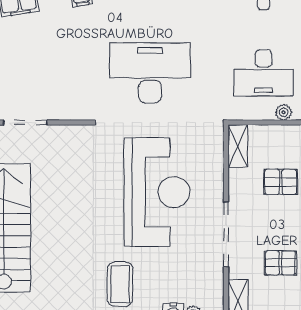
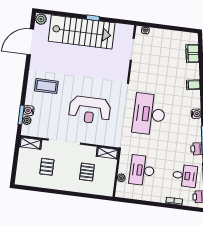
desk: (150, 73) -> (149, 114), turned 180
reception desk: (157, 192) -> (90, 110), width x0.74, depth x0.77

